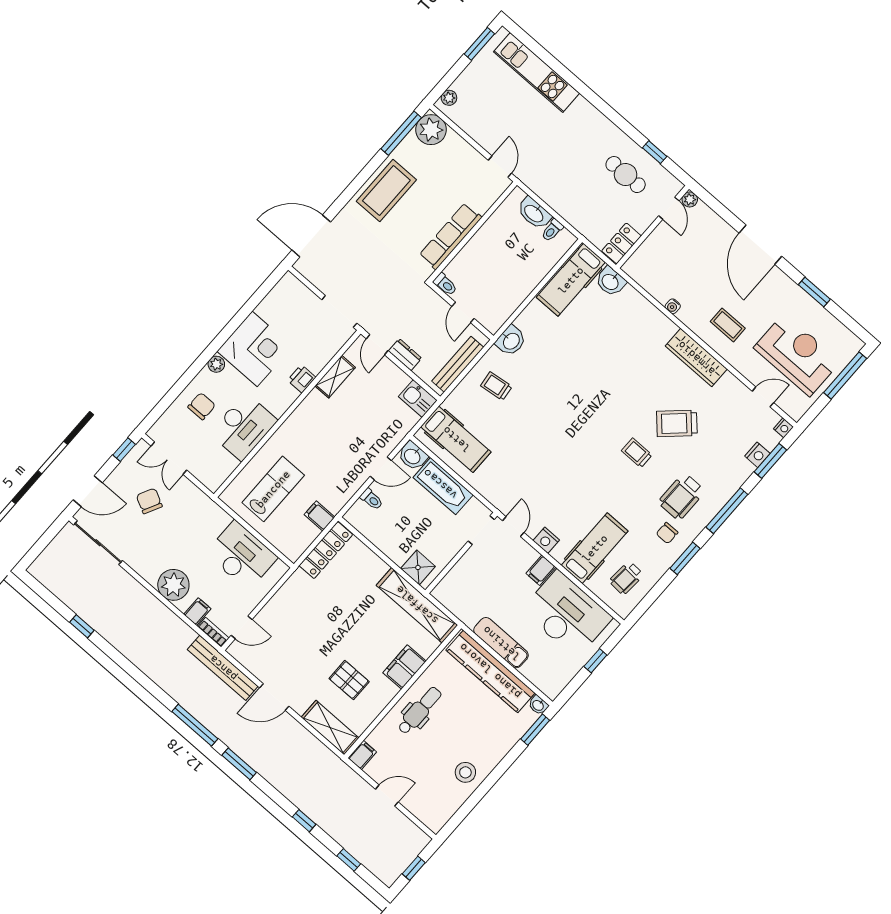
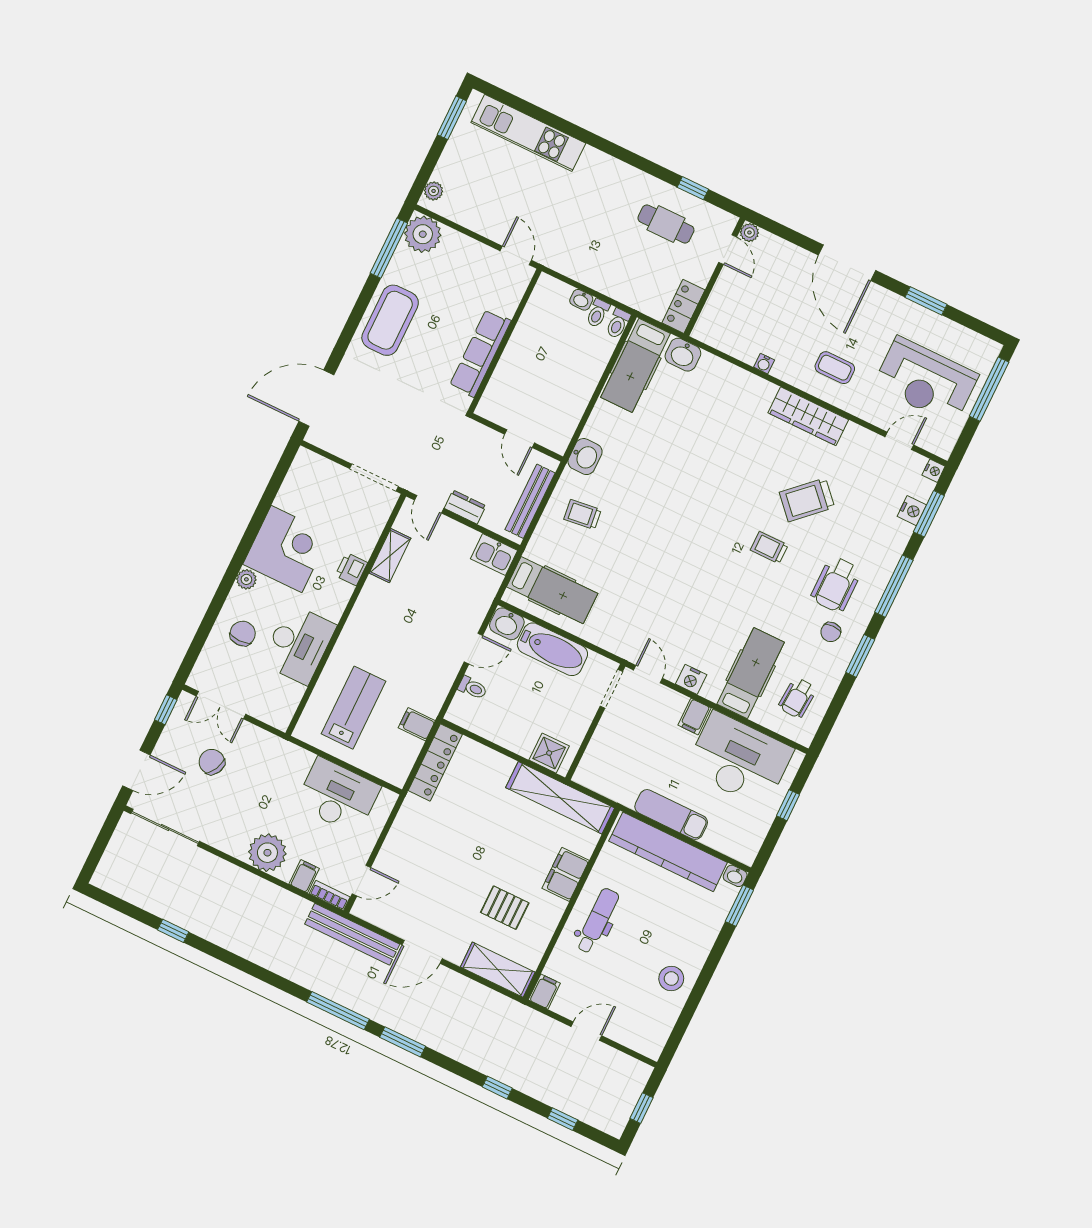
washbasin: (534, 213) -> (581, 300), width x0.52, depth x0.69
toilet: (445, 284) -> (618, 324), moved, turned 90
reception desk: (797, 355) -> (926, 380), turned 180

